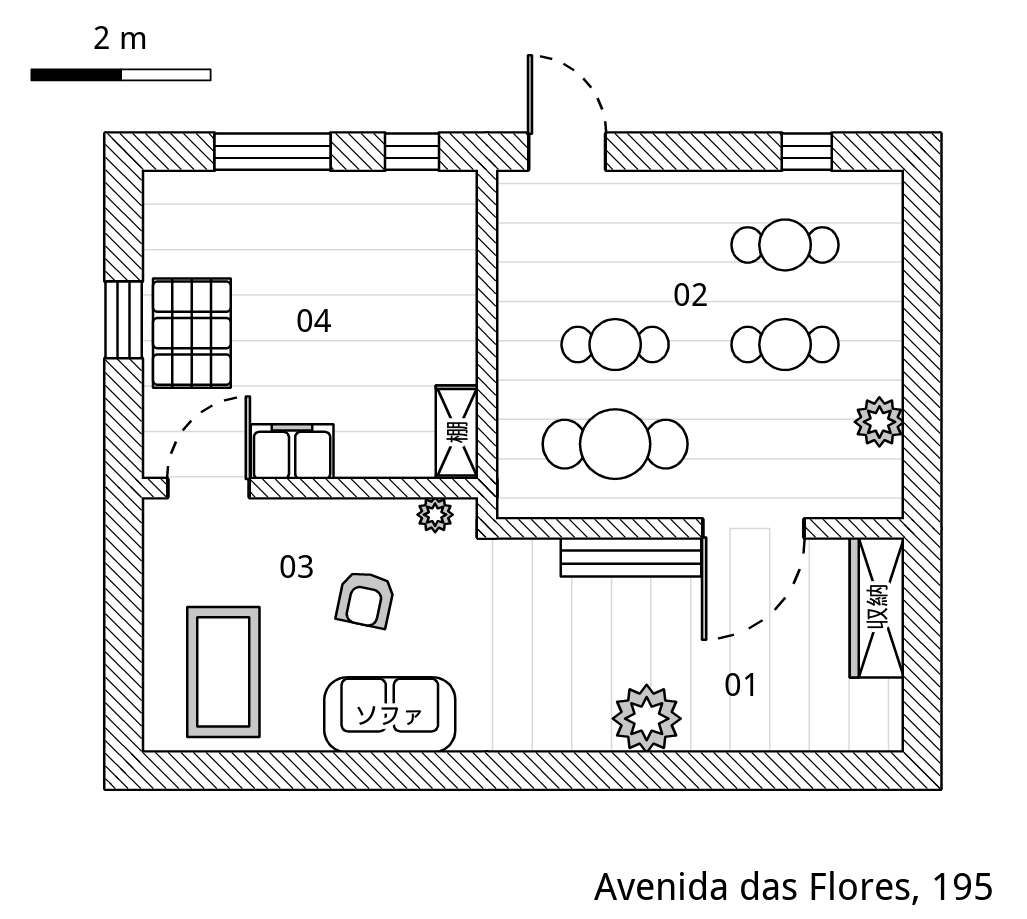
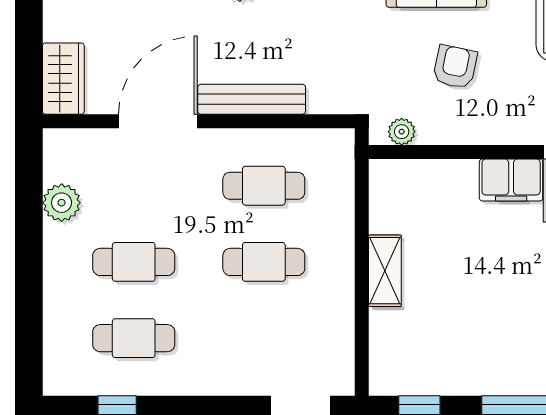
shelving: (457, 432) -> (385, 271), moved
cafe table: (615, 444) -> (264, 186), width x0.73, depth x0.74
wardrobe: (877, 607) -> (63, 79), width x0.67

